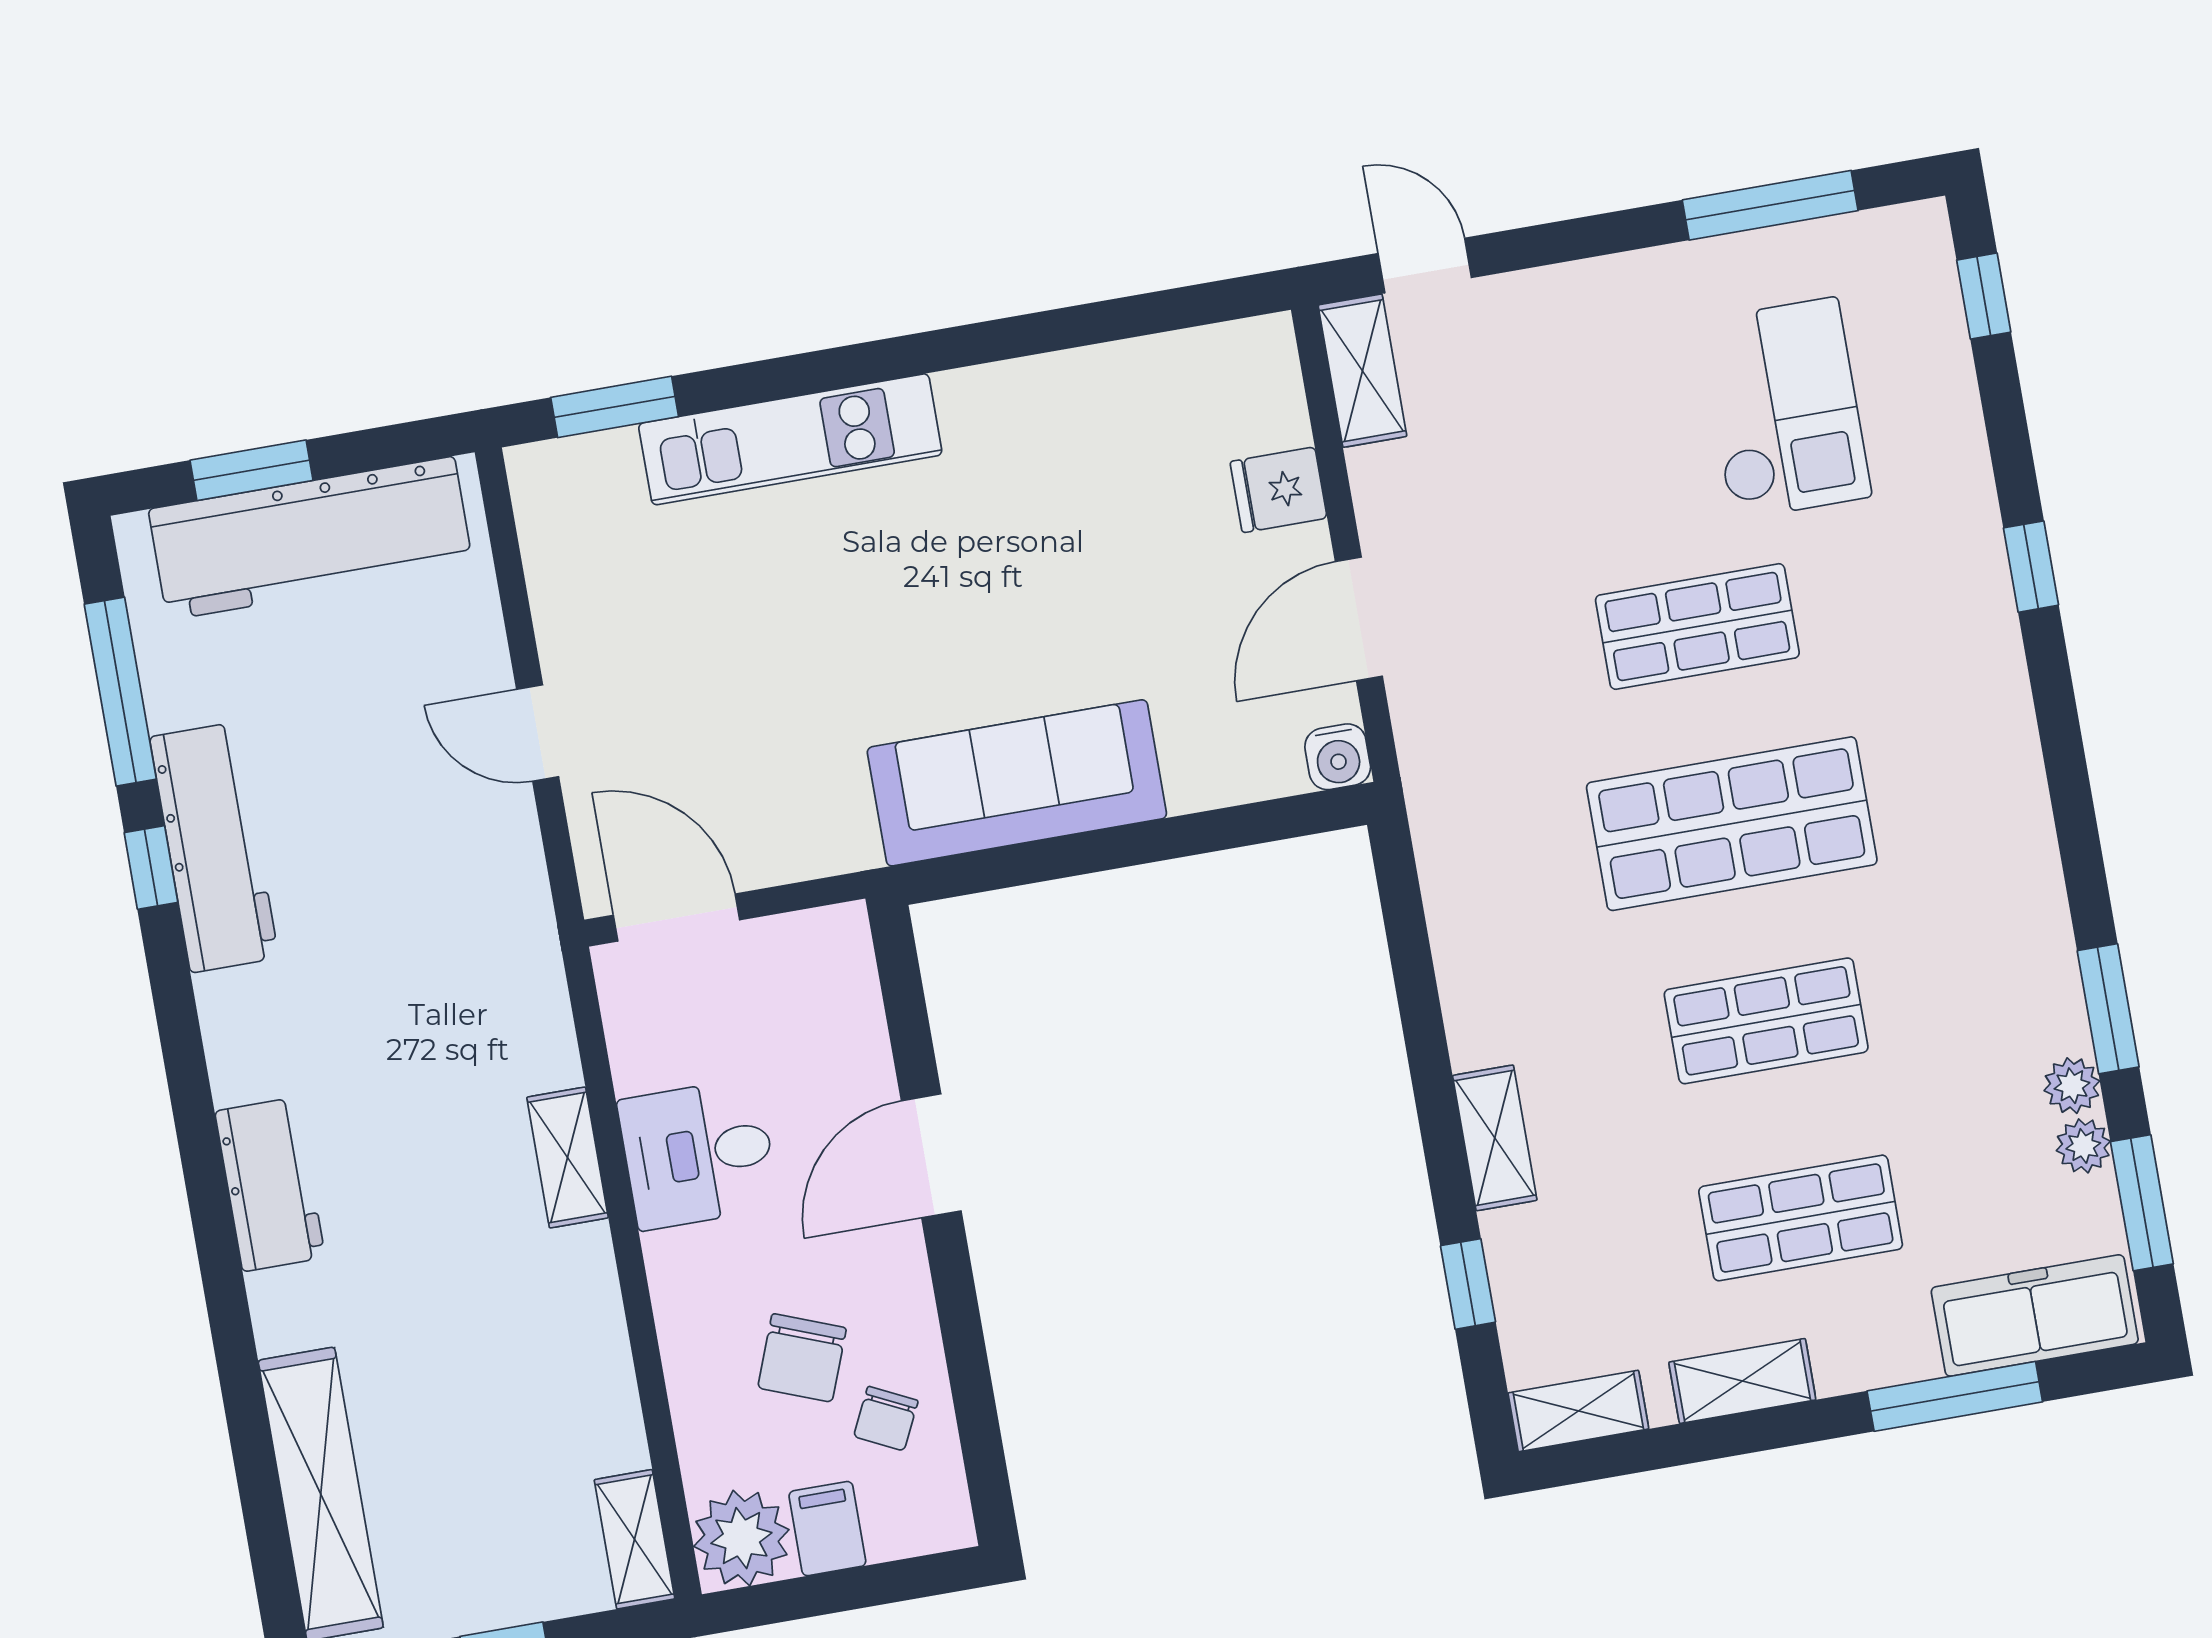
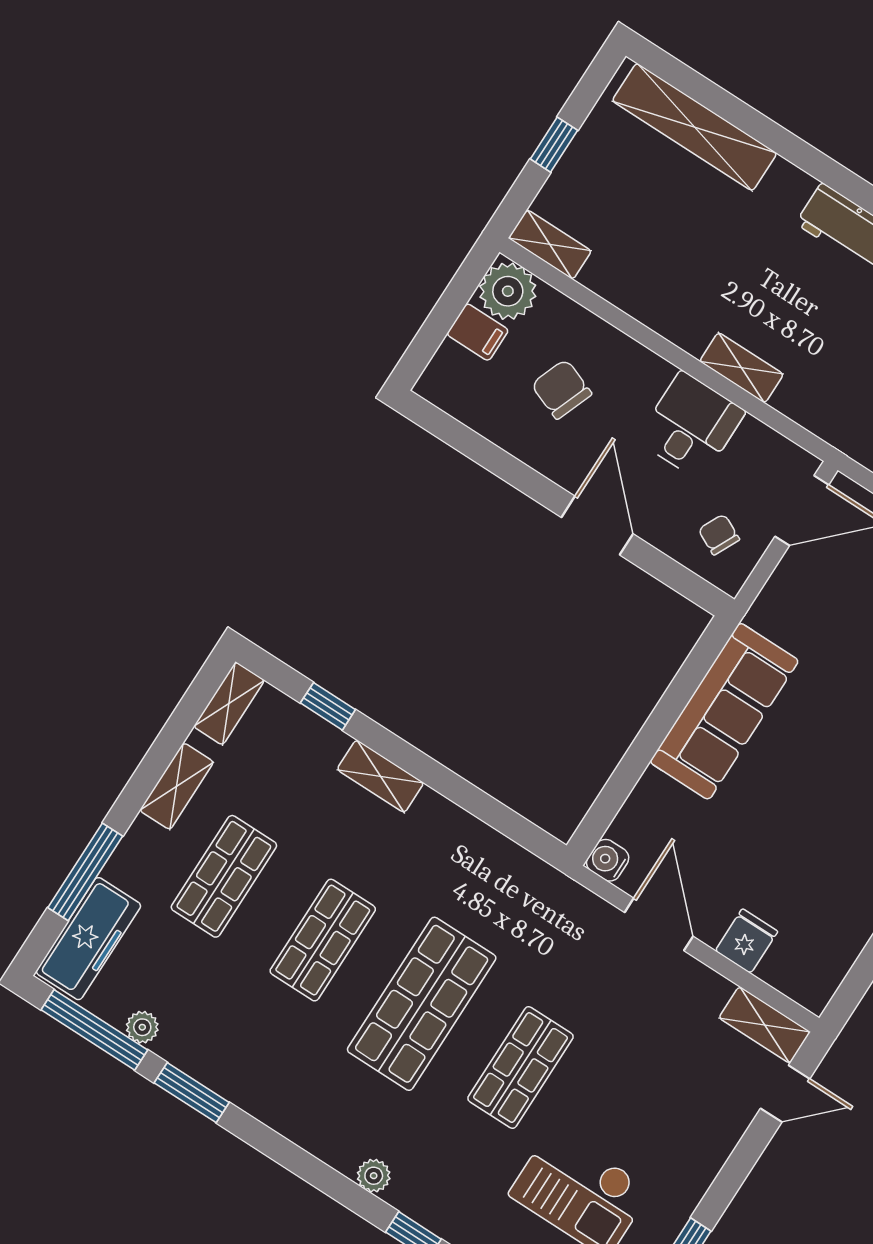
plant: (2072, 1086) -> (374, 1176), moved
window: (2142, 1203) -> (94, 1030), width x1.44
chair: (886, 1419) -> (719, 535), moved

